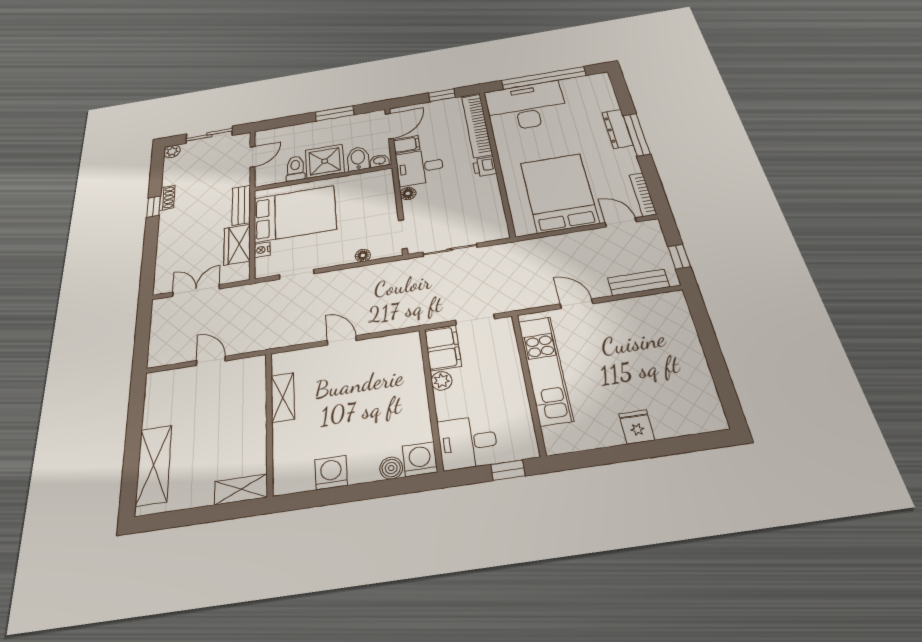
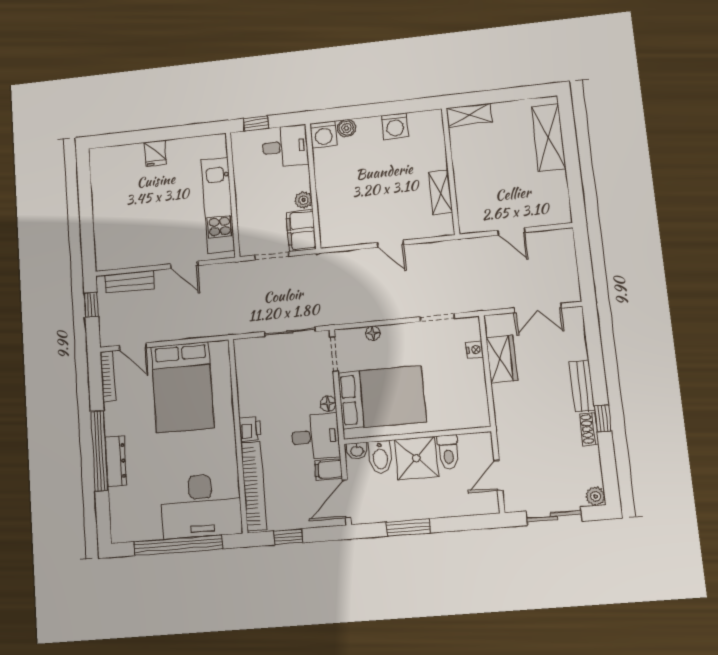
window: (637, 135) -> (99, 451), width x1.46
bench: (241, 205) -> (582, 386), moved
bed: (295, 214) -> (382, 397), moved, turned 180

